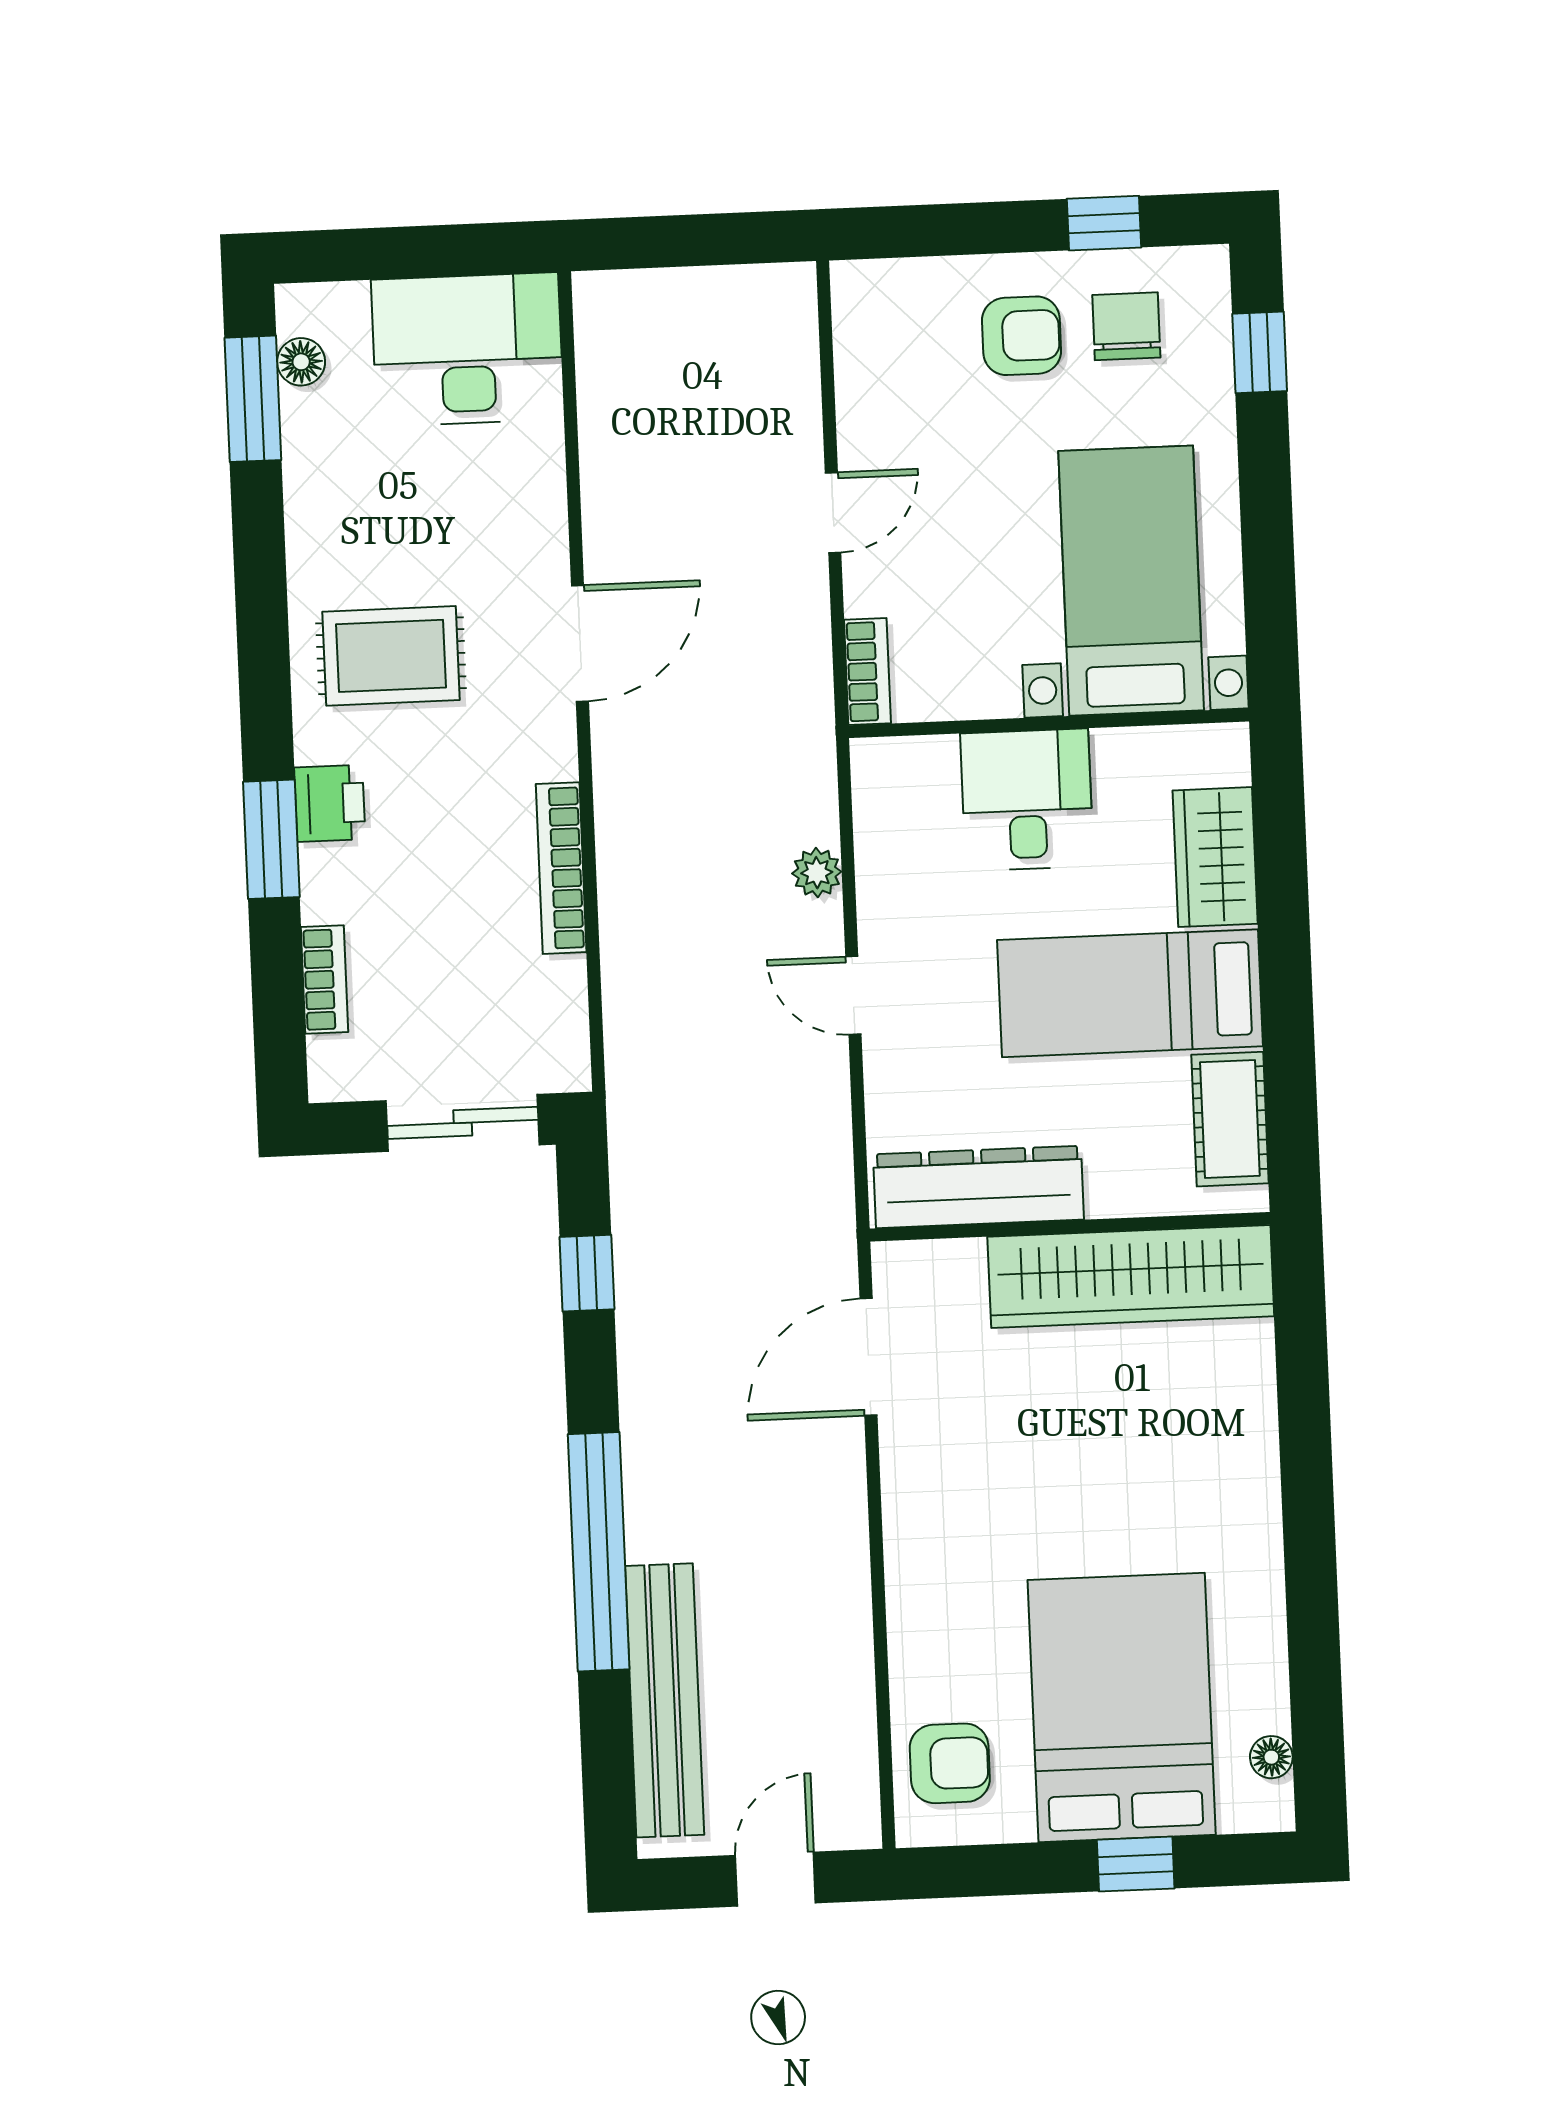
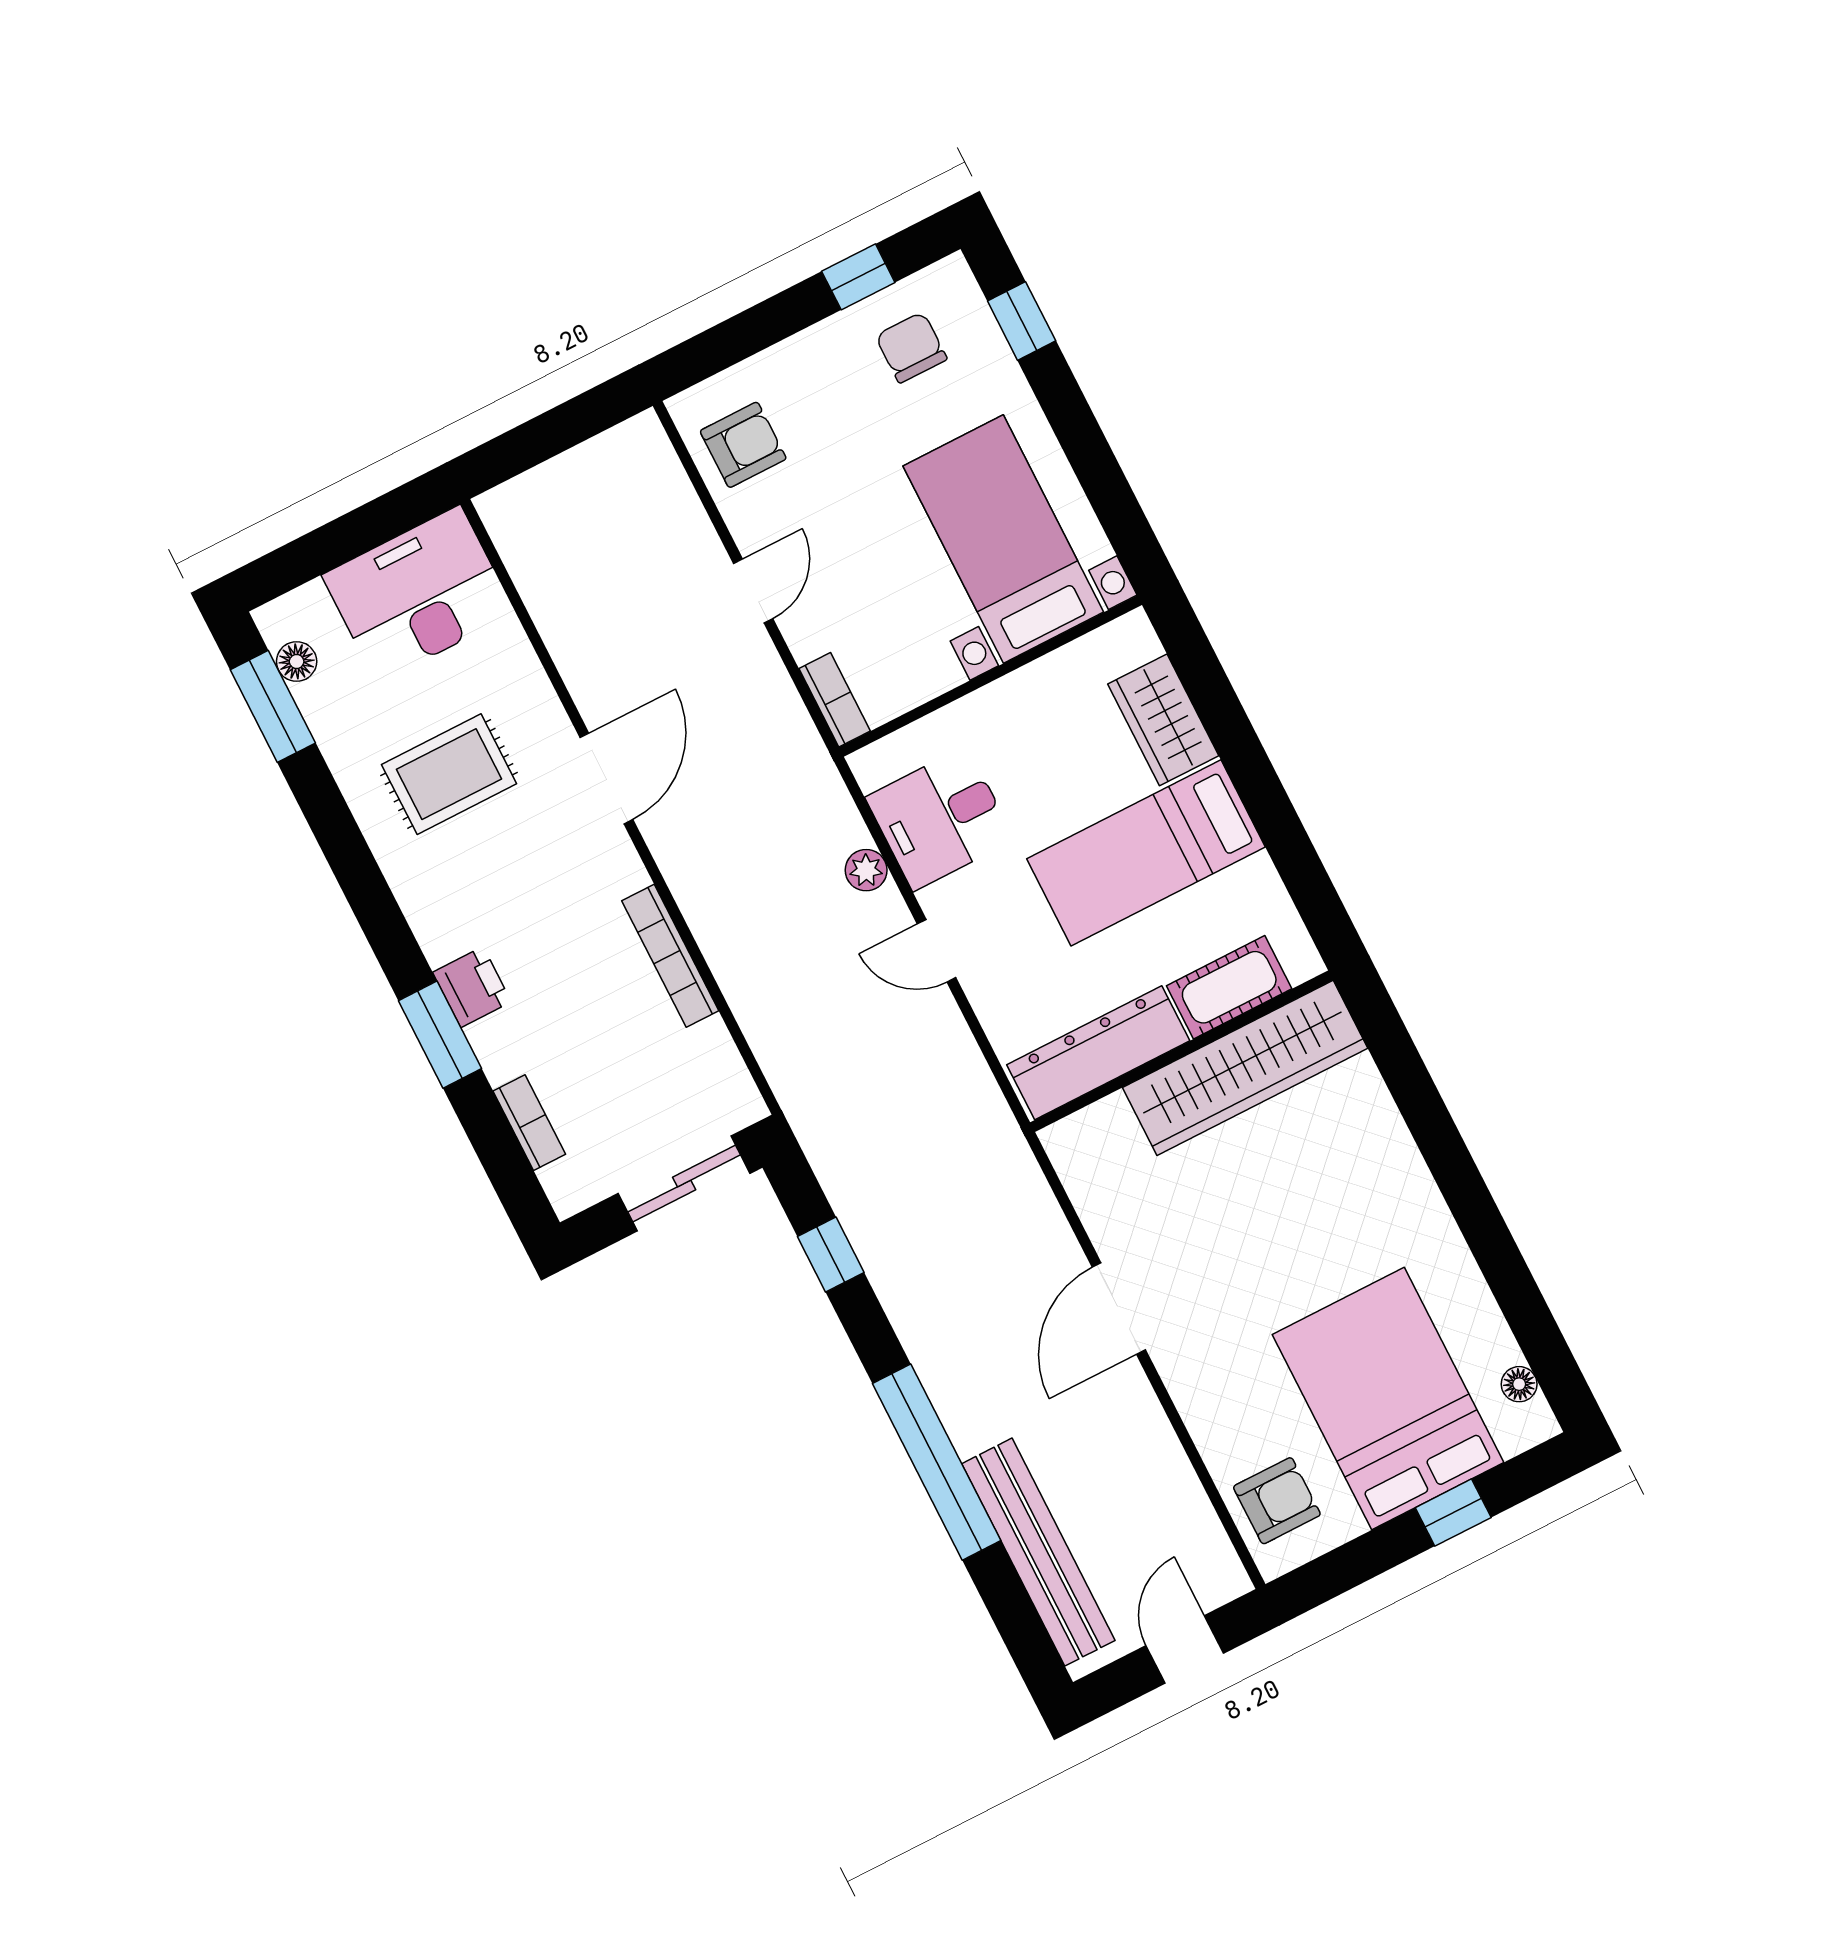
armchair: (1022, 336) -> (743, 445), moved
rug: (391, 656) -> (449, 774), moved
desk: (1027, 800) -> (940, 819), moved, turned -90
cot: (1230, 1119) -> (1229, 987), moved, turned 90
door: (869, 1357) -> (1119, 1309), moved

